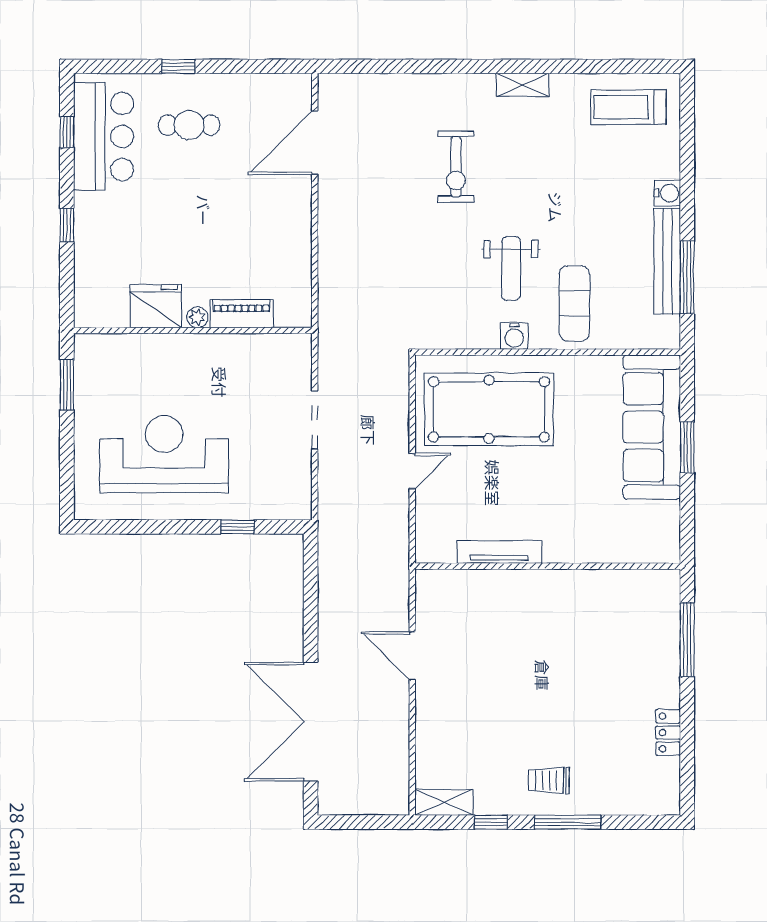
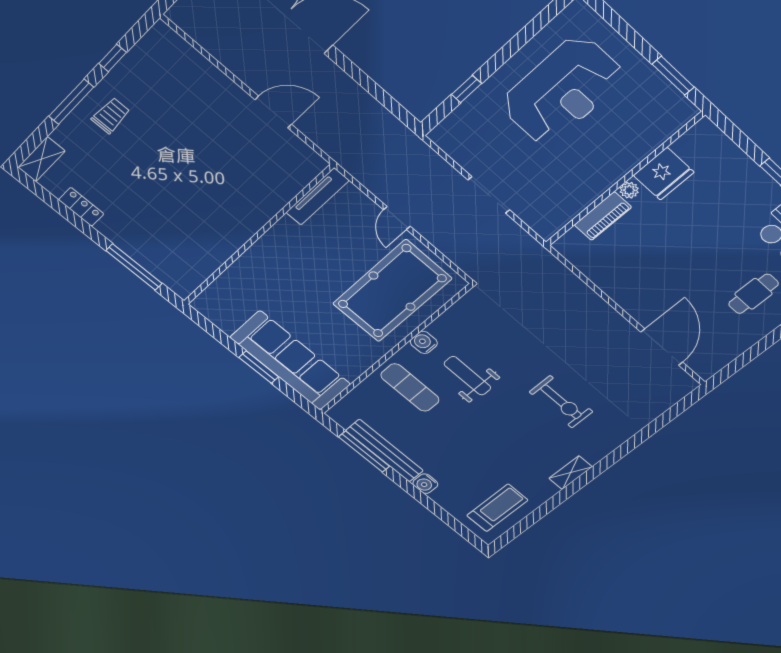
exercise bike: (456, 167) -> (561, 402), turned 180
tv unit: (499, 552) -> (317, 197), moved
shelving: (444, 802) -> (41, 159), moved

